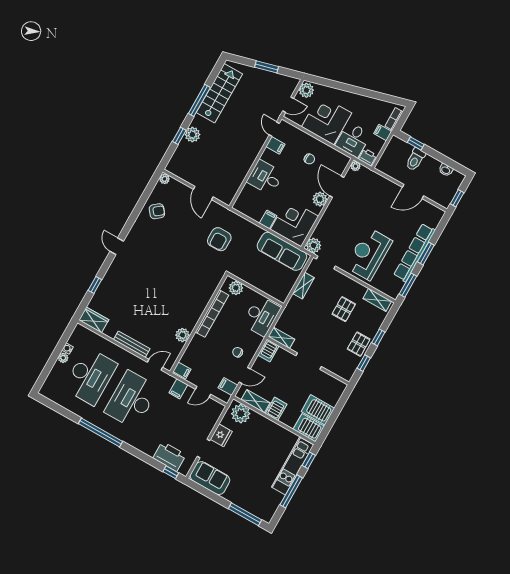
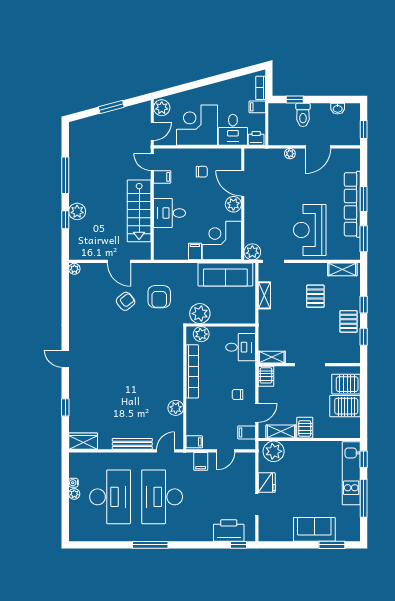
stairs: (219, 93) -> (139, 211), moved, turned 180
plant: (355, 166) -> (290, 154), moved
armchair: (157, 211) -> (126, 301), moved
plant: (244, 271) -> (200, 314), added
desk: (261, 316) -> (241, 347), width x0.73
server rack: (309, 428) -> (346, 384), moved
window: (101, 432) -> (150, 545), width x0.68
sofa: (210, 478) -> (314, 529), moved
window: (245, 514) -> (332, 545), width x0.69

